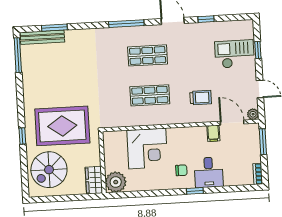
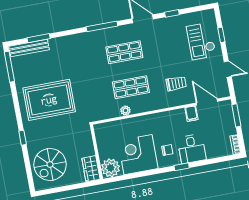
checkout: (235, 54) -> (201, 41), turned -90
plant: (253, 114) -> (125, 111), moved
rug: (62, 126) -> (49, 100), moved
corner desk: (147, 149) -> (138, 155), moved, turned 180

